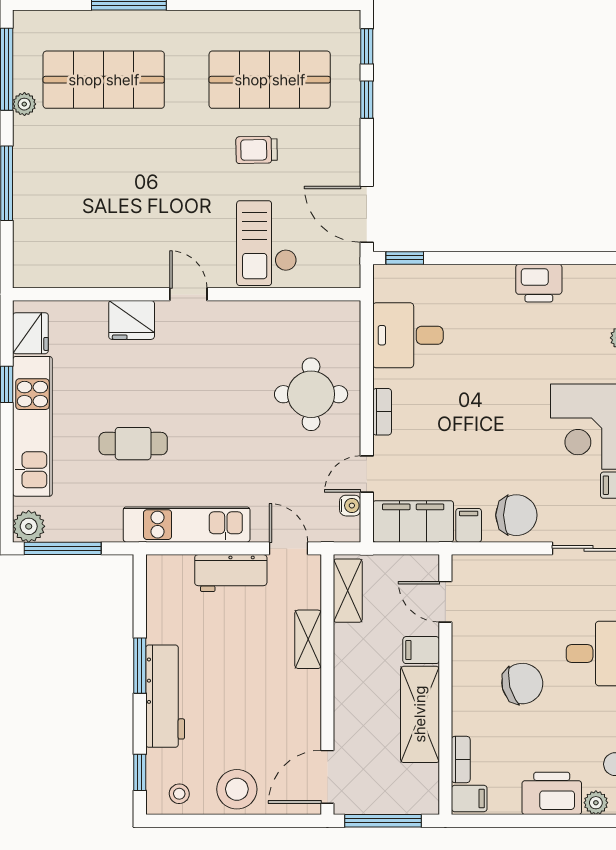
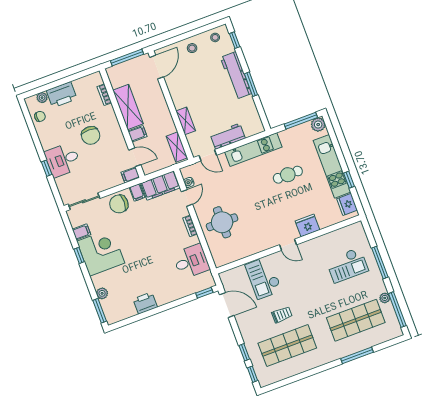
checkout: (78, 204) -> (347, 265), added
checkout: (267, 243) -> (264, 278), turned 180
chair: (522, 684) -> (91, 135), turned -75
stool: (237, 789) -> (192, 48), width x0.53, depth x0.53
filing cabinet: (469, 799) -> (130, 175), moved

